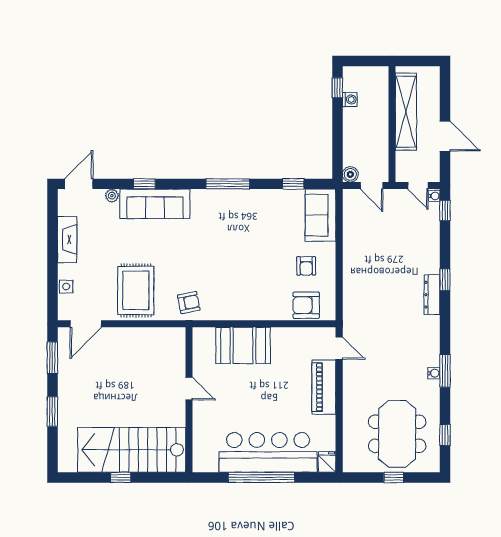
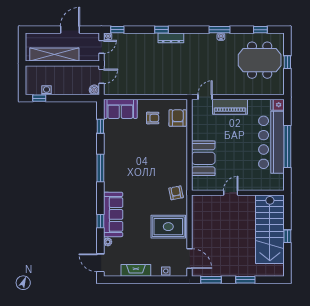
armchair: (306, 305) -> (178, 118), turned 180

